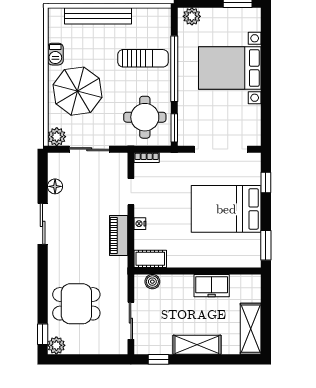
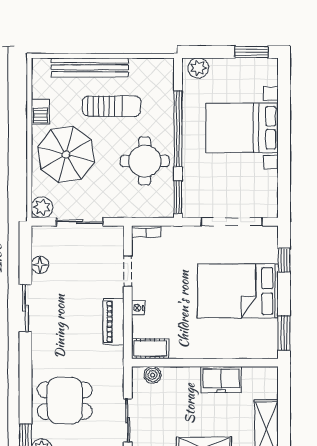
sun lounger: (143, 58) -> (111, 106), moved
round table: (145, 117) -> (145, 161), moved

